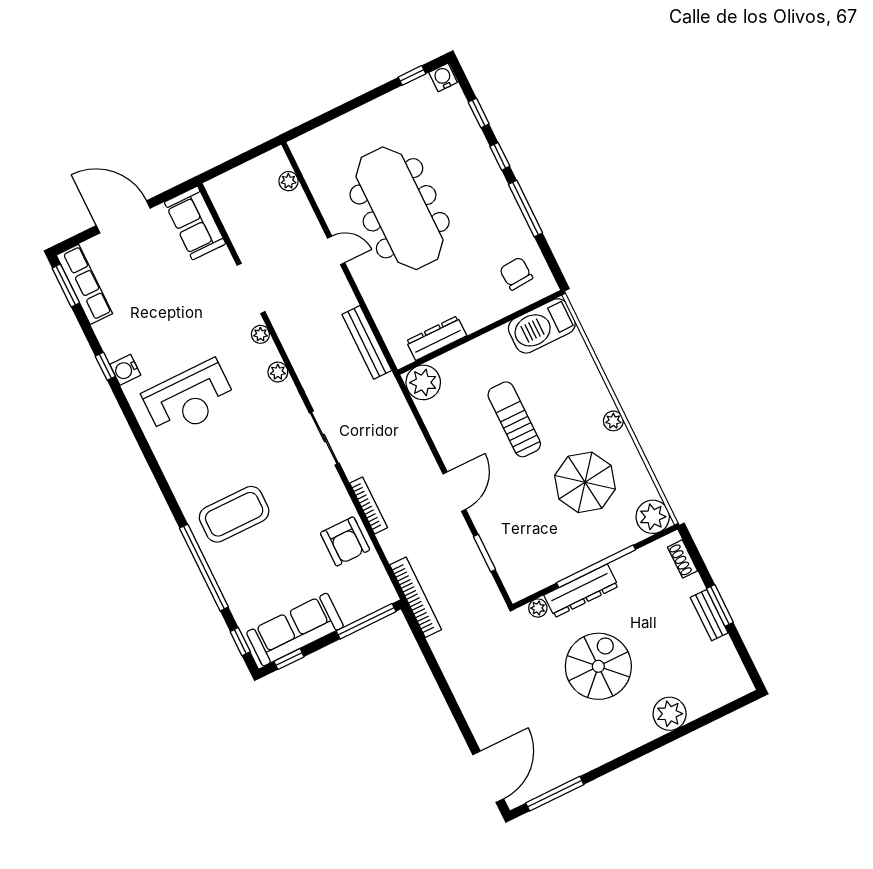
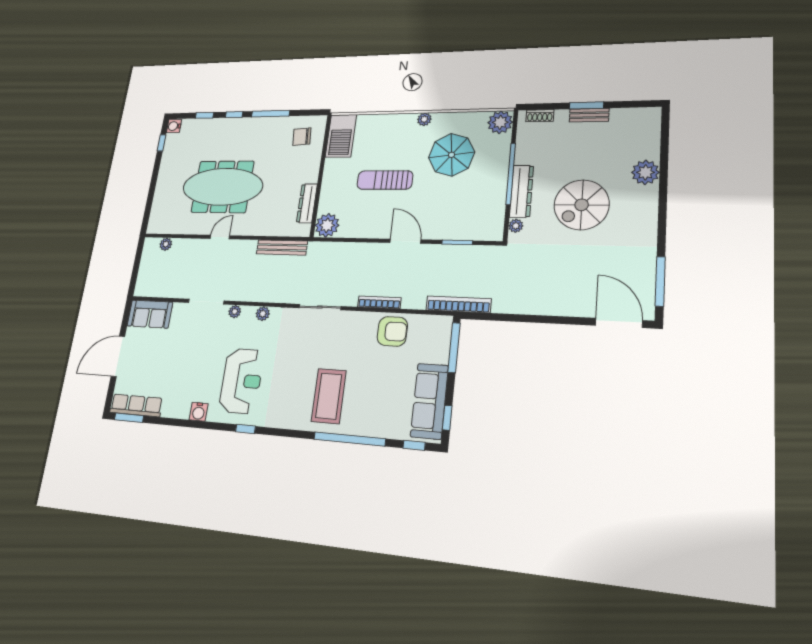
window: (105, 366) -> (245, 429), moved
spiral stairs: (598, 666) -> (582, 205), turned -90

